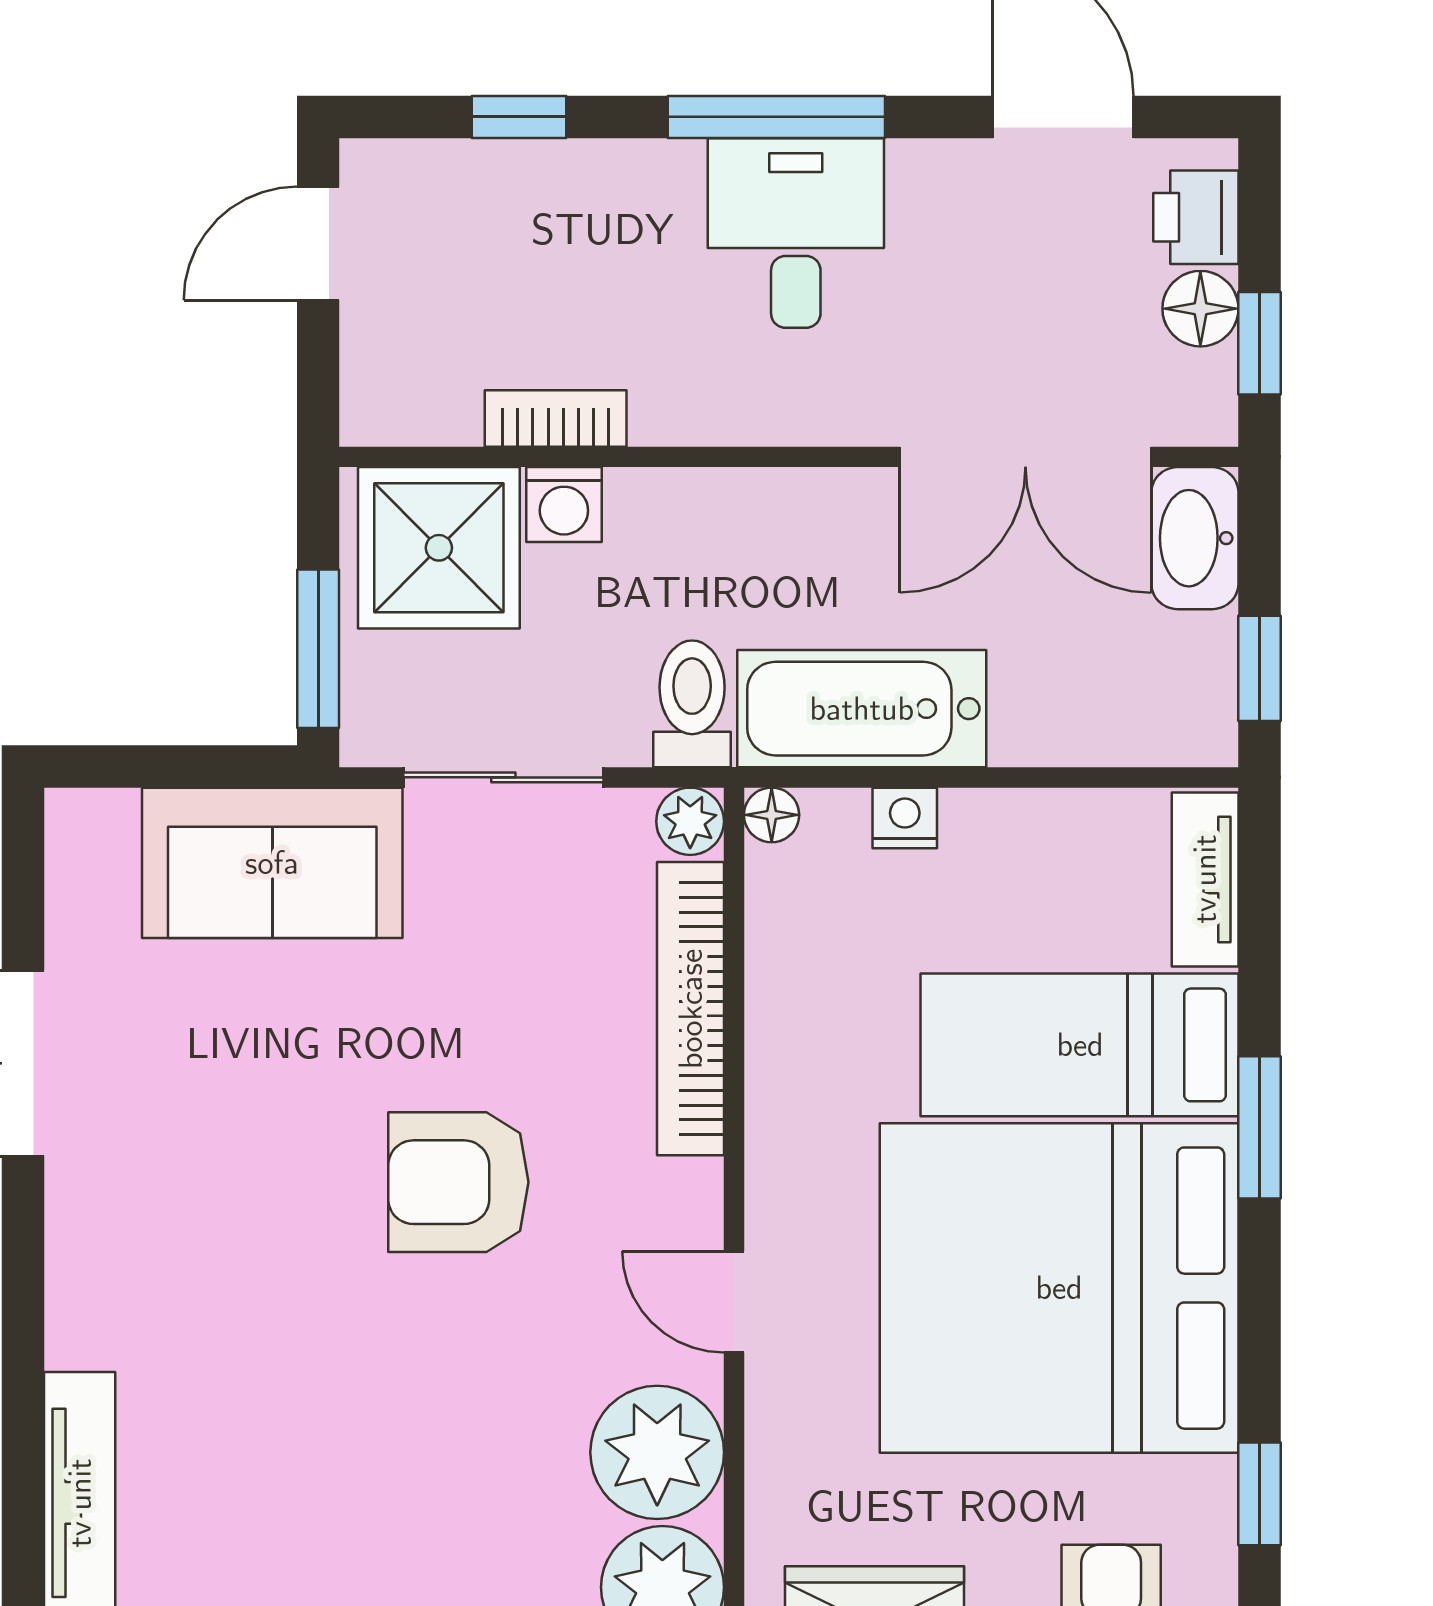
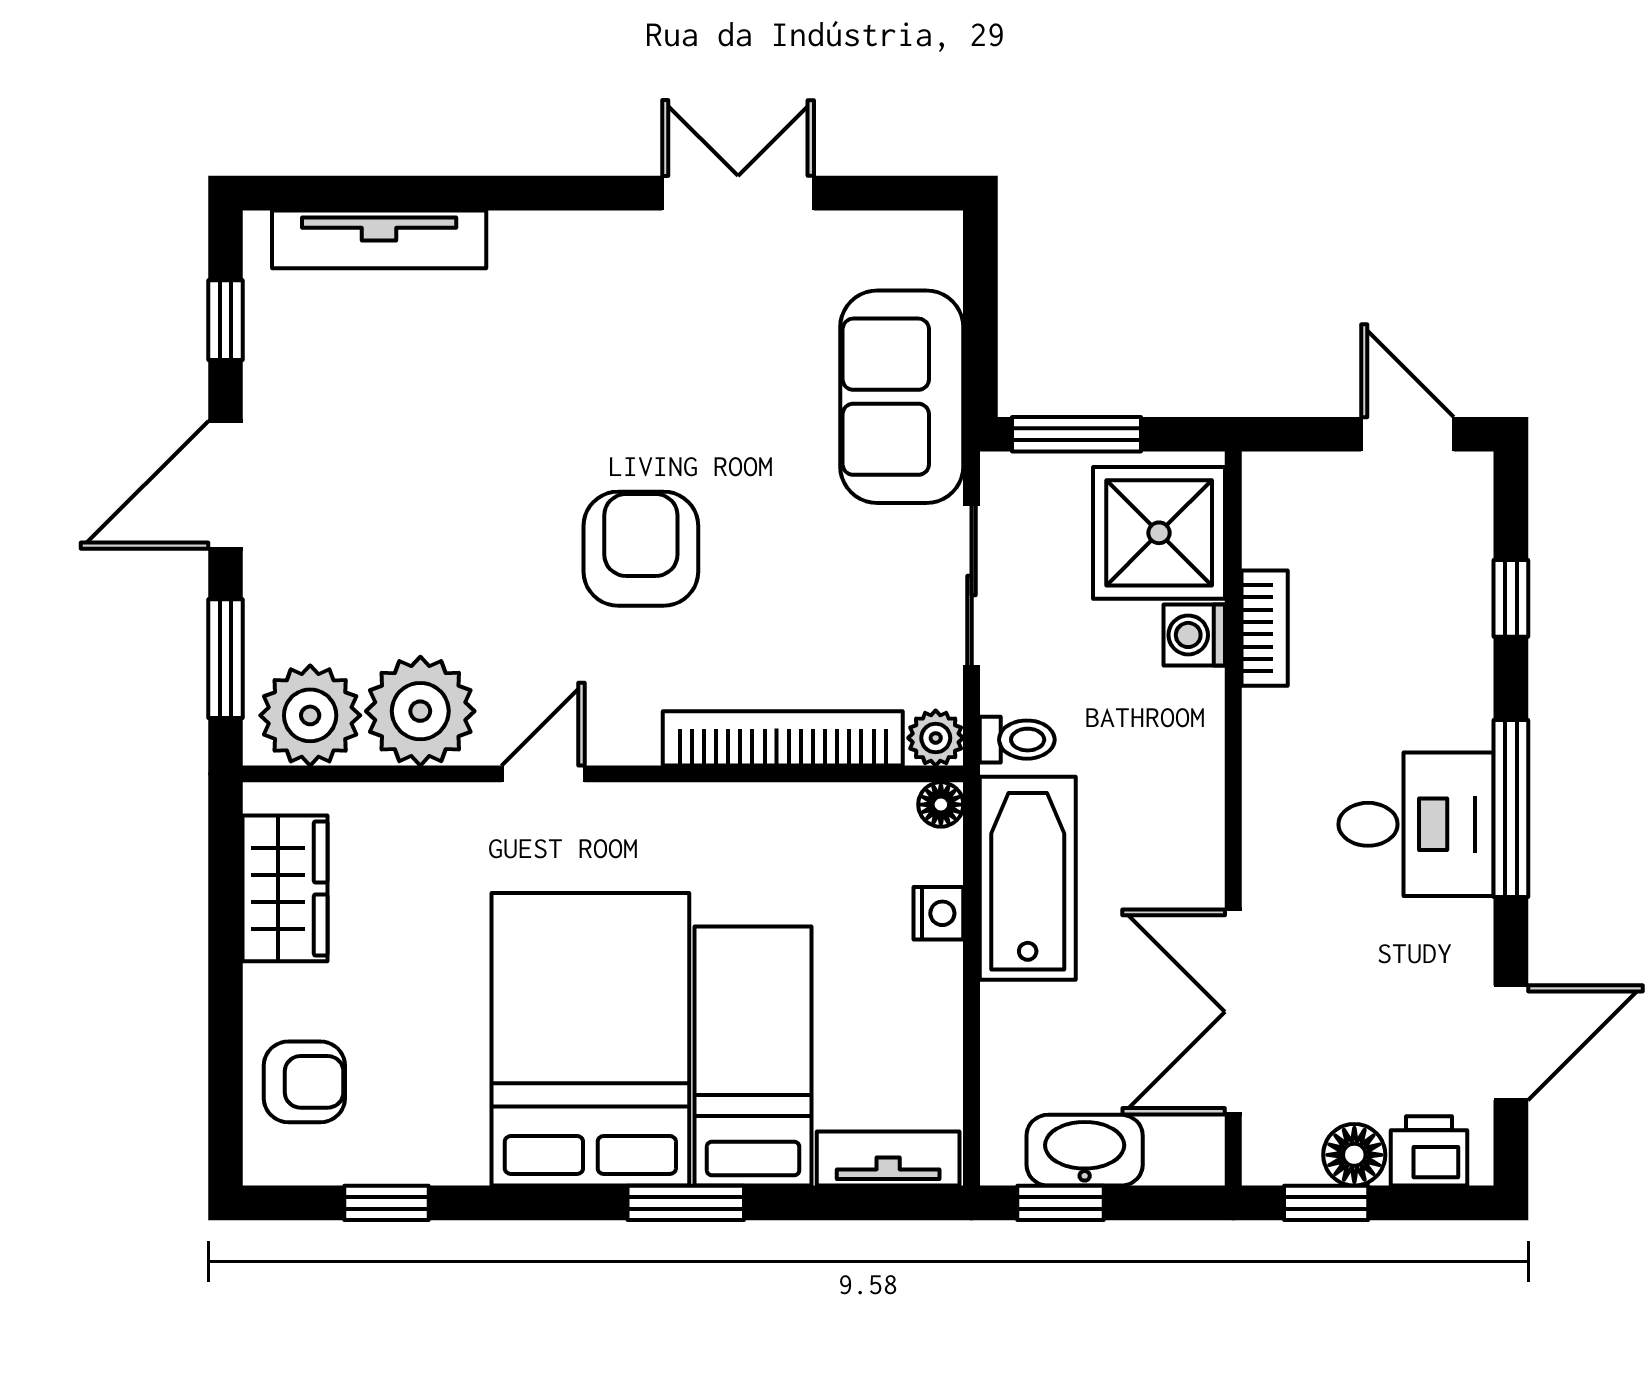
washbasin: (1195, 538) -> (1085, 1150), moved
toilet: (692, 704) -> (1017, 740), width x0.73, depth x0.72
bed: (1059, 1288) -> (590, 1039), width x0.73

